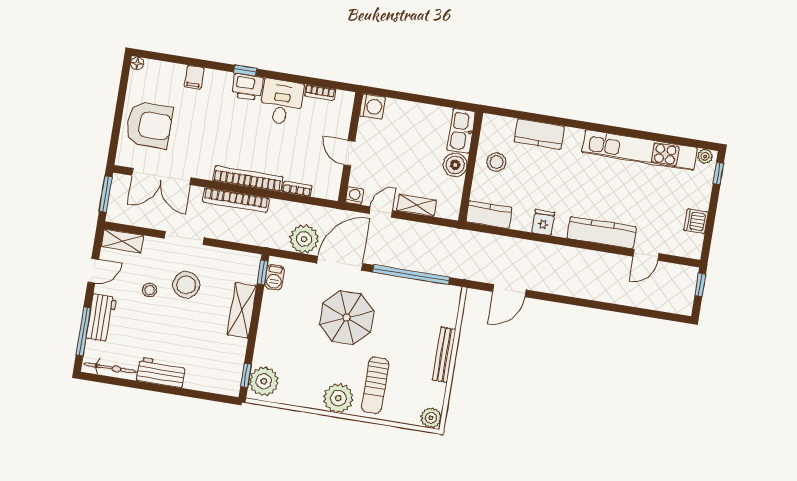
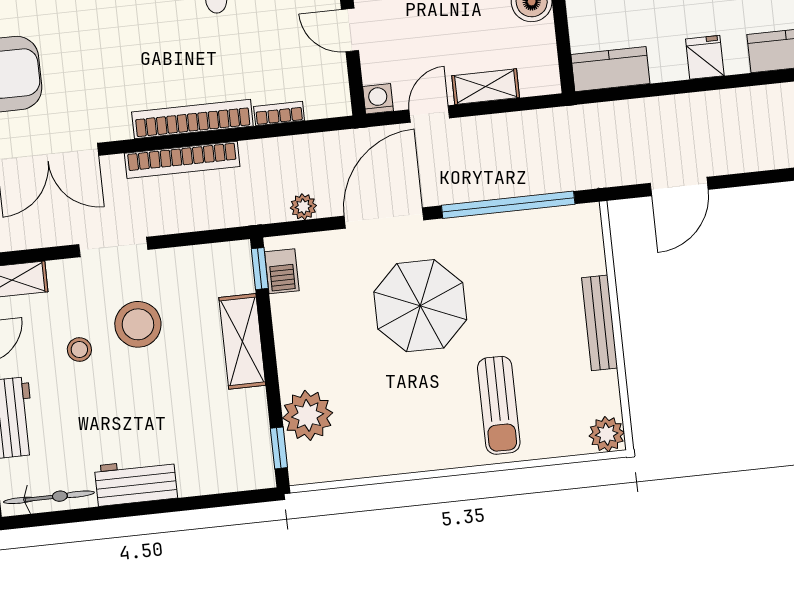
plant: (304, 239) -> (303, 207), width x0.53, depth x0.53
plant: (264, 381) -> (308, 415), moved
plant: (338, 398) -> (443, 444), removed

